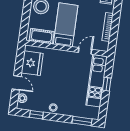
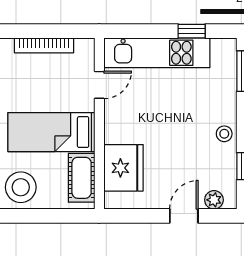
door: (85, 51) -> (99, 85), swing flipped
fridge: (32, 63) -> (124, 168), moved, turned 90
window: (107, 84) -> (192, 31), moved

